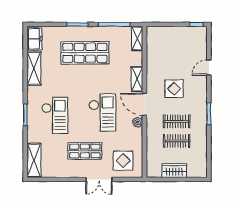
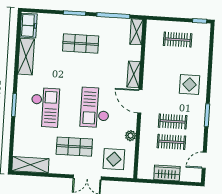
clothes rail: (177, 43) -> (178, 40), added
shop shelf: (85, 53) -> (81, 44), width x0.70, depth x0.74
door: (209, 67) -> (204, 160), moved
display table: (174, 89) -> (189, 85), moved
checkout: (102, 113) -> (95, 107), turned 180
plant: (138, 122) -> (131, 136), moved
shelving: (34, 160) -> (30, 165), moved, turned 90

